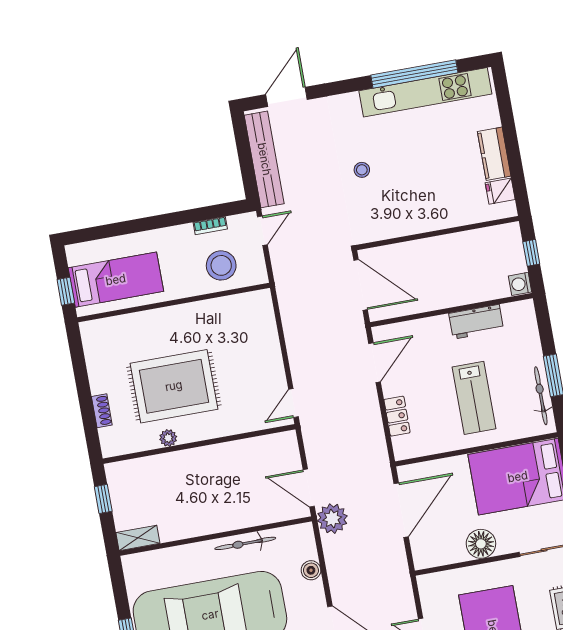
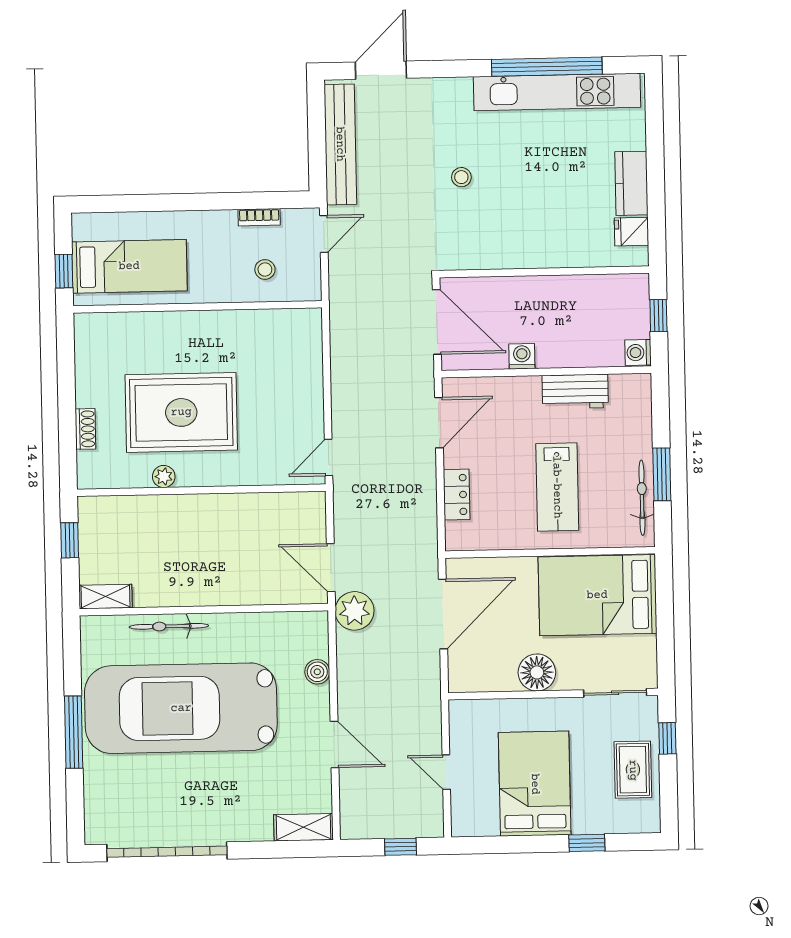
stool: (221, 265) -> (265, 270), width x0.53, depth x0.53
washing machine: (431, 301) -> (522, 356), added
bicycle: (245, 543) -> (169, 626), moved

